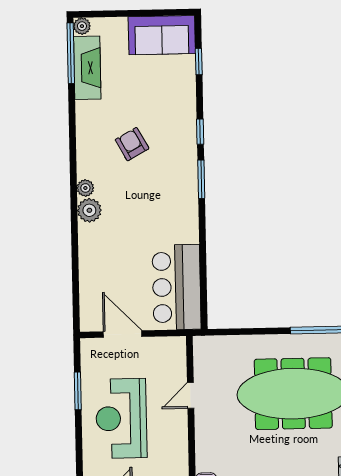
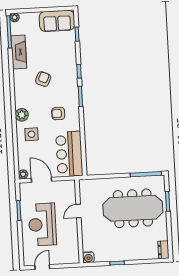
fireplace: (87, 68) -> (19, 52), moved
armchair: (132, 144) -> (43, 79), turned 53
plant: (85, 188) -> (23, 174), moved
armchair: (158, 210) -> (58, 113), added
side table: (107, 248) -> (31, 134), added

